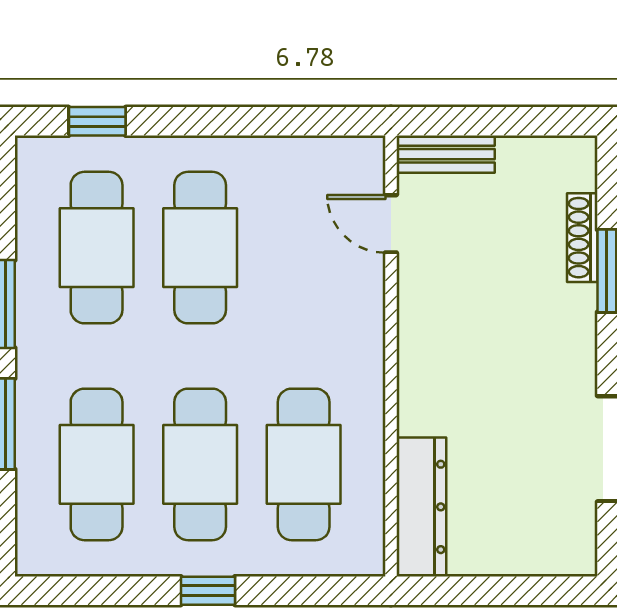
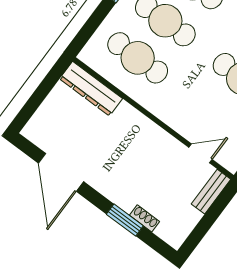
shoe rack: (582, 238) -> (145, 218), width x0.70

